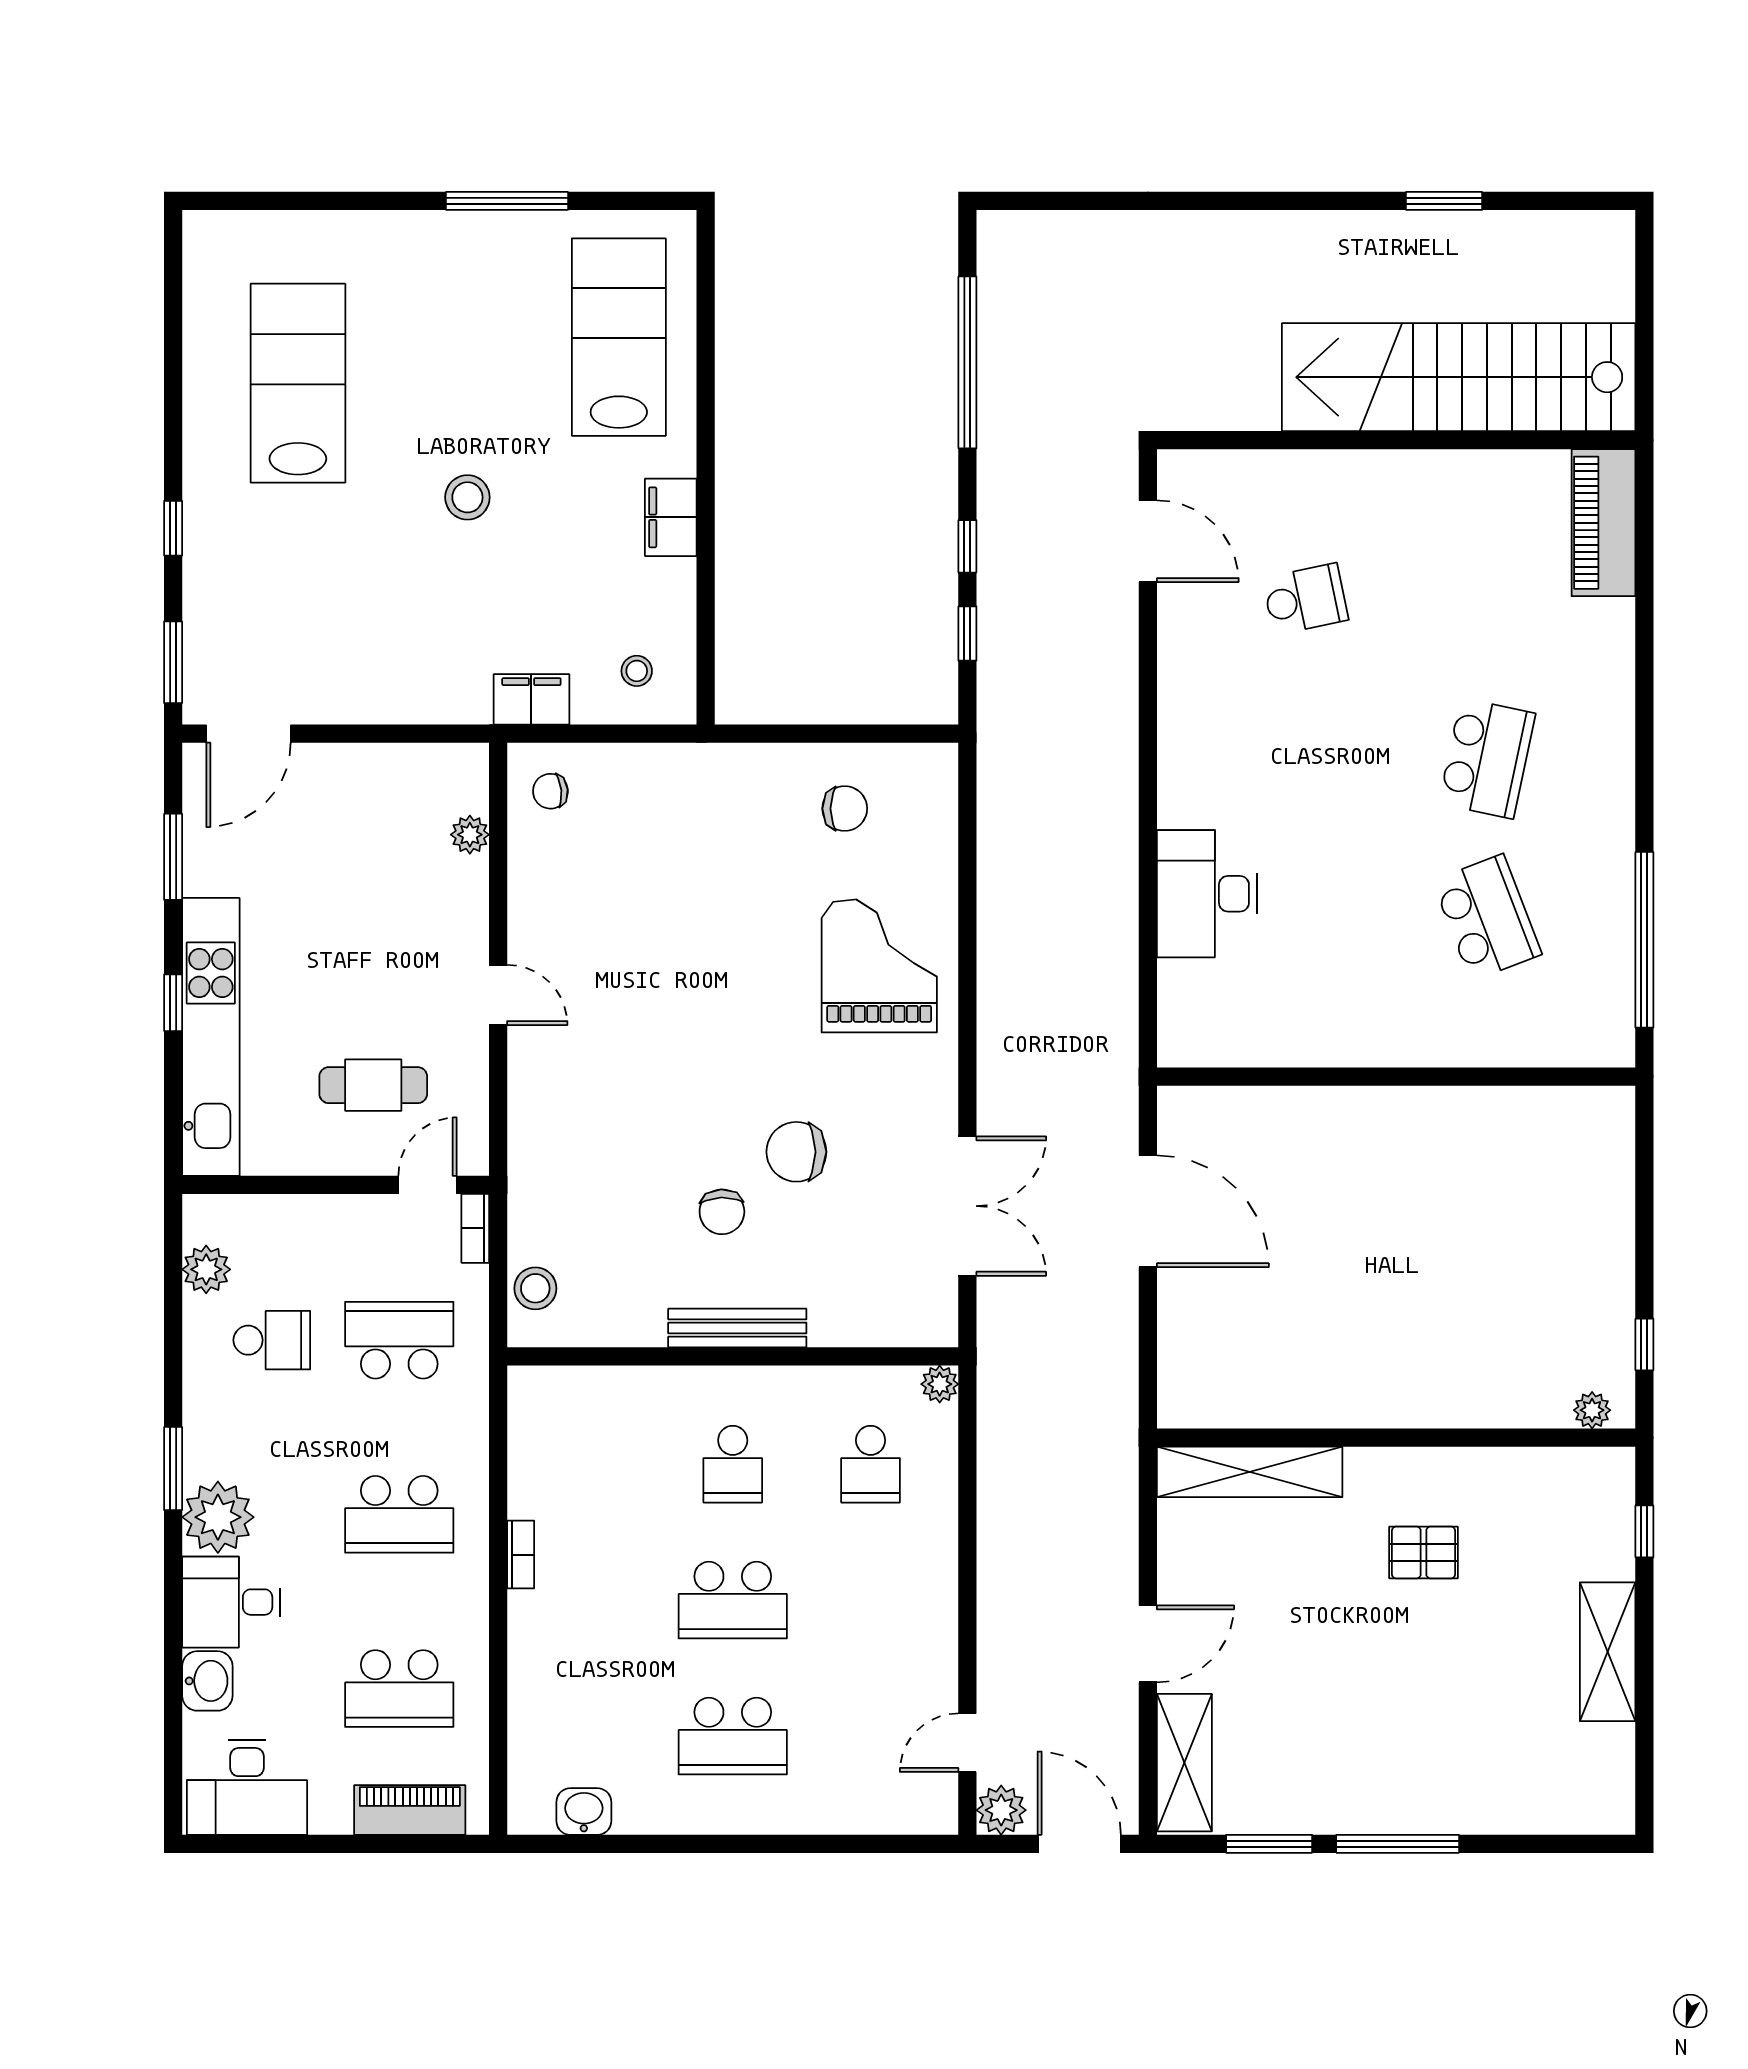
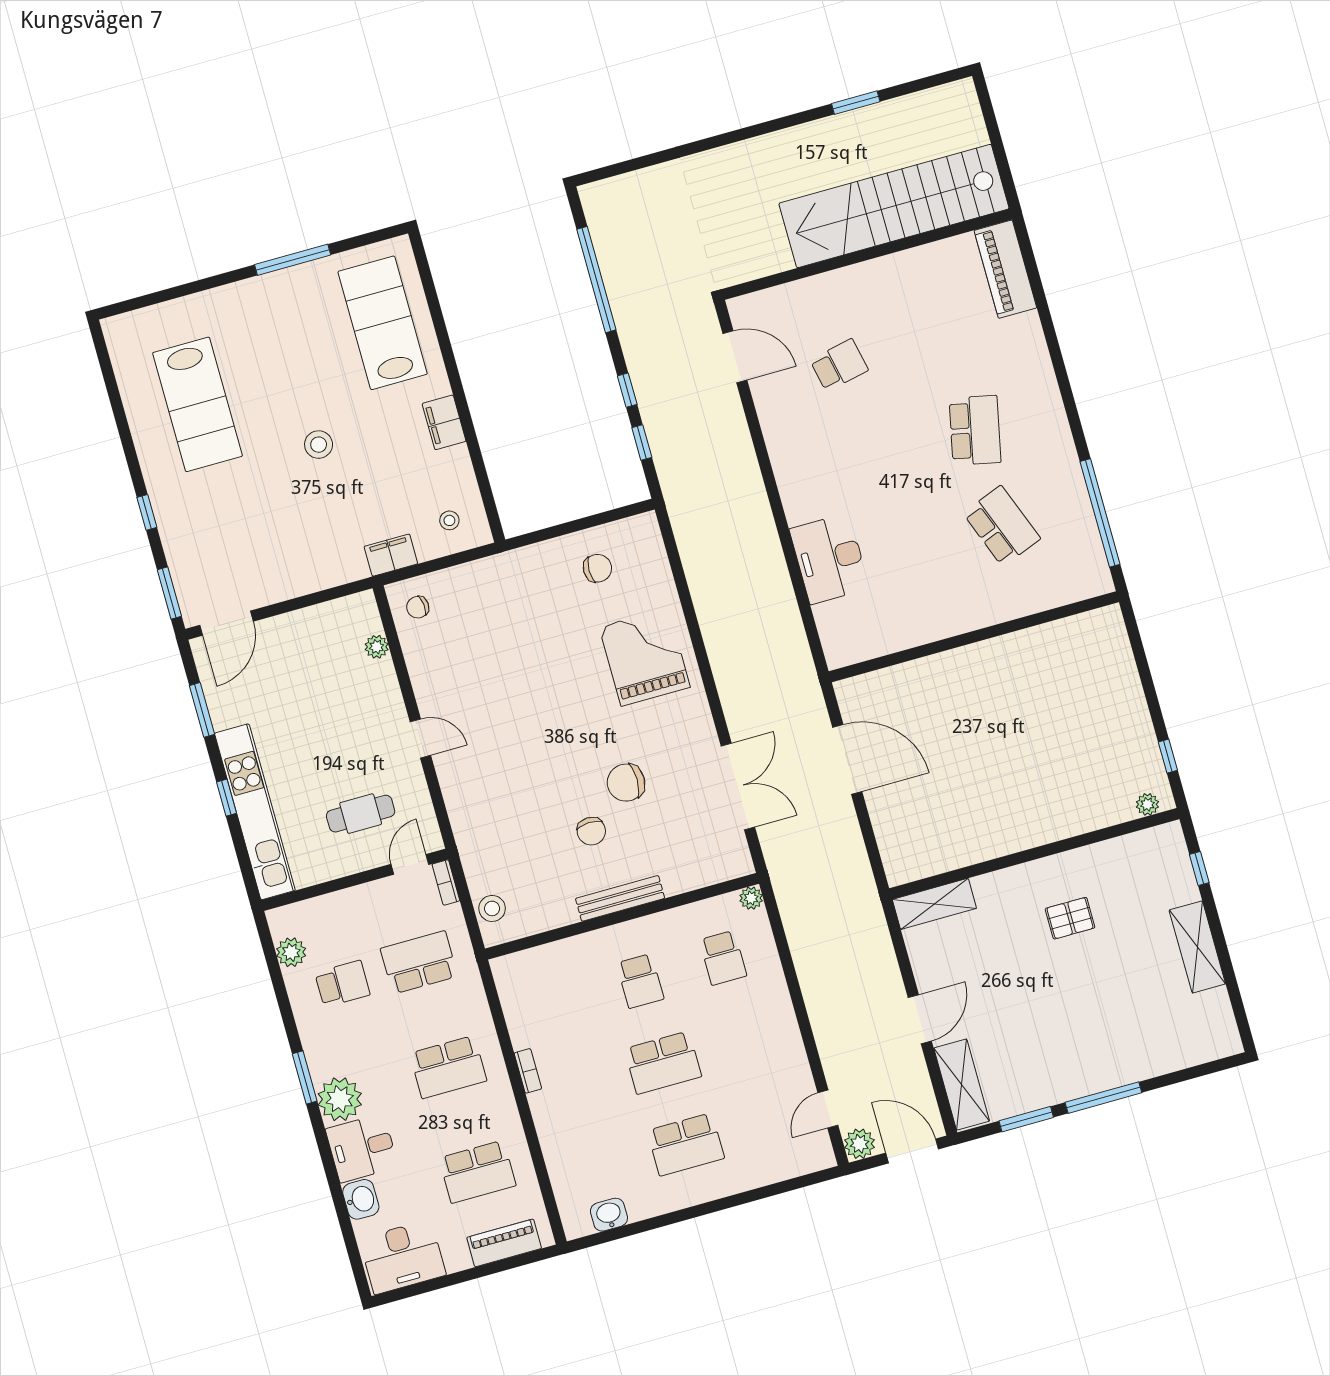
lab bench: (298, 383) -> (198, 404), turned 180
shelving: (1250, 1472) -> (934, 904), width x0.68

